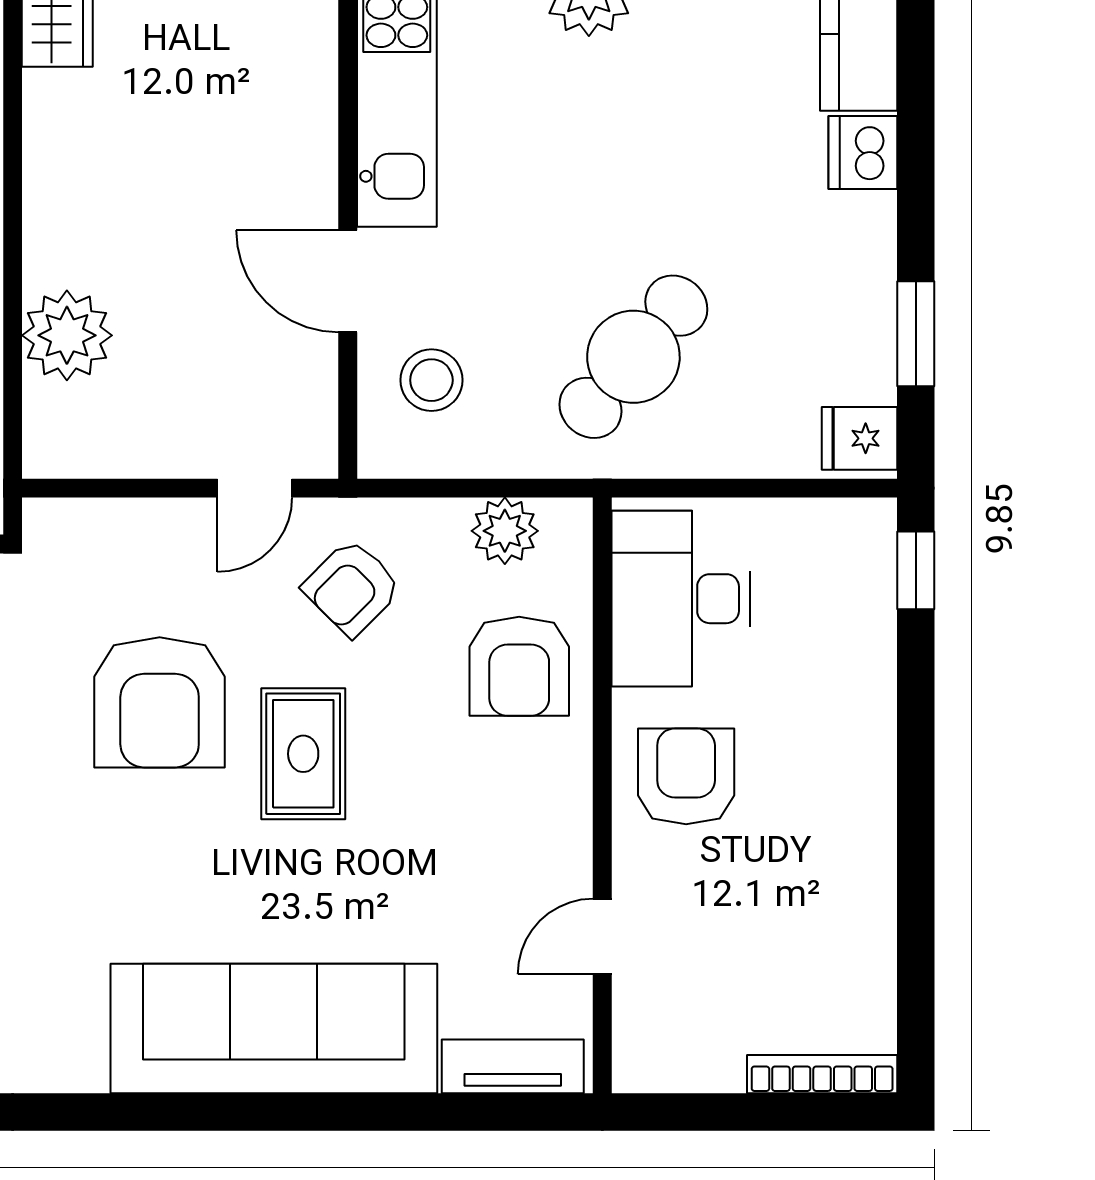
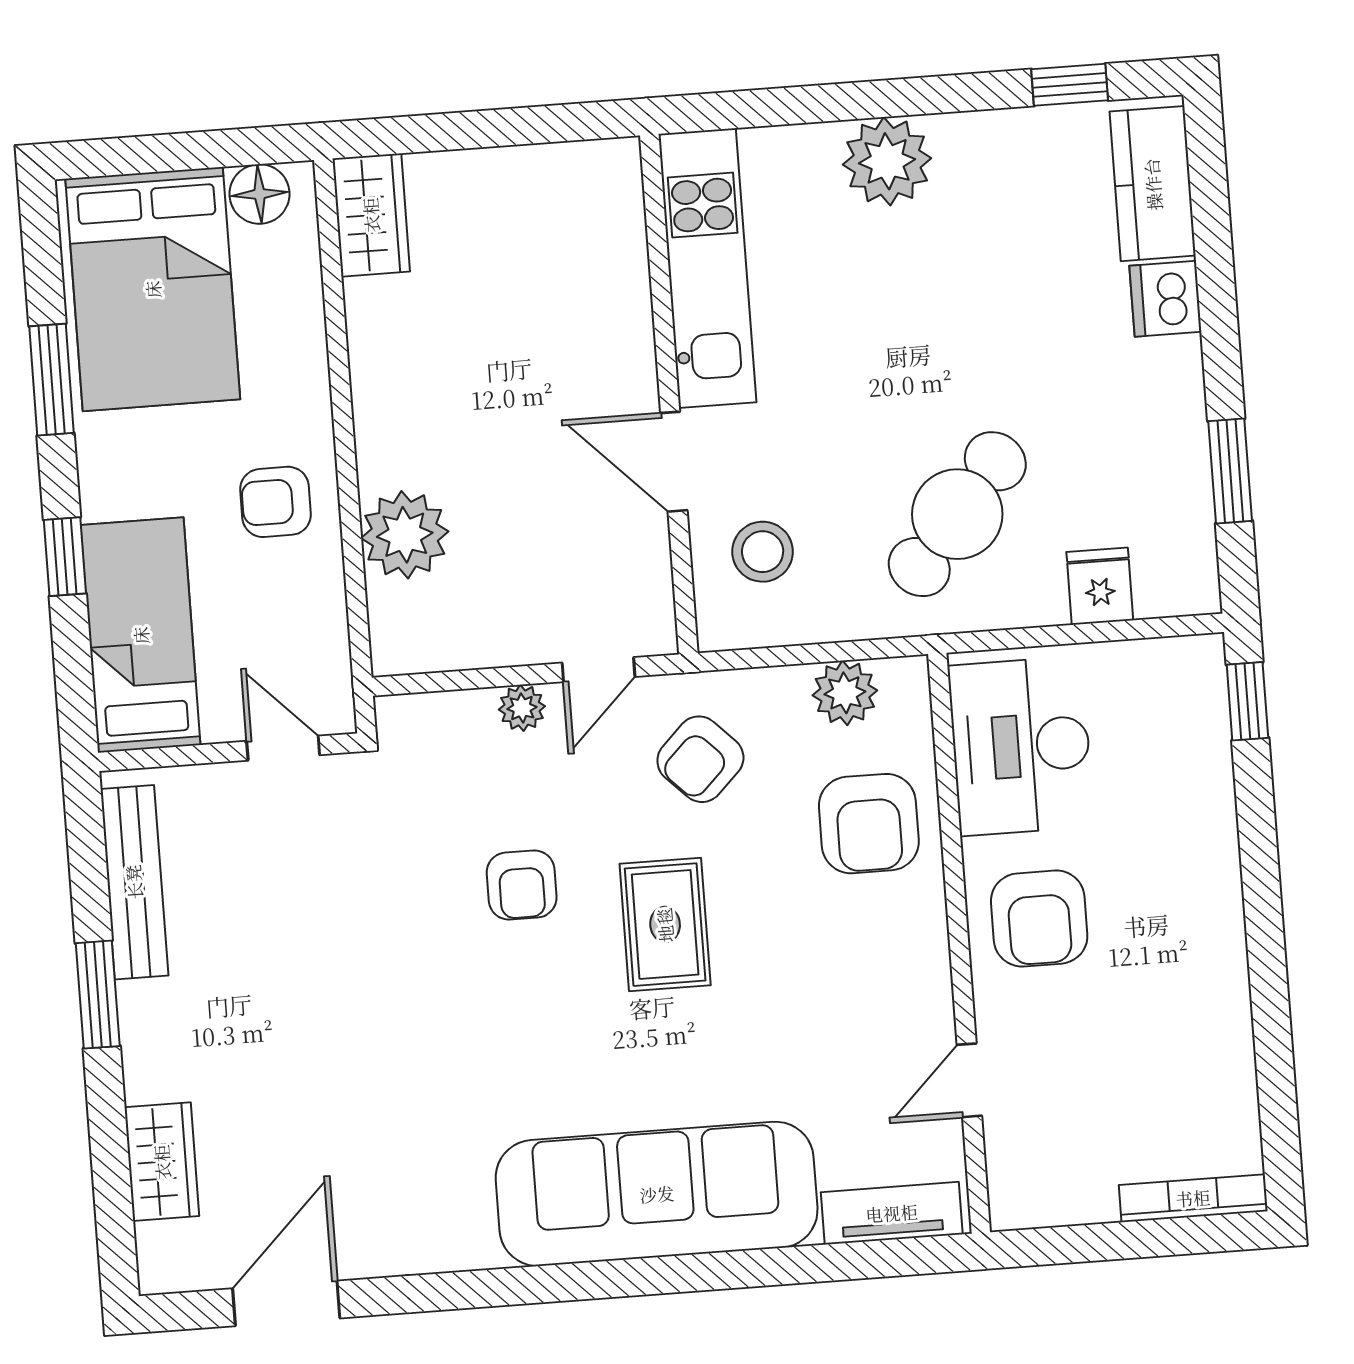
fridge: (860, 438) -> (1100, 586), moved, turned 90
plant: (174, 521) -> (522, 708), added
armchair: (160, 702) -> (522, 885), width x0.53, depth x0.53
armchair: (686, 776) -> (1039, 919), turned 180

